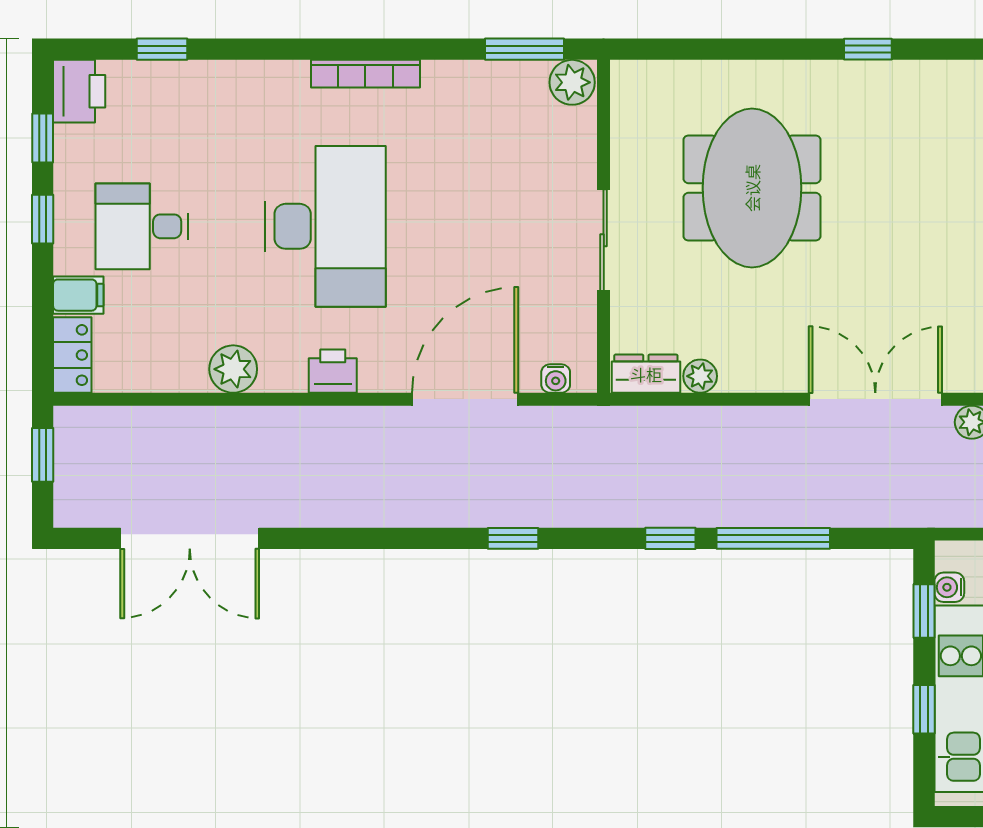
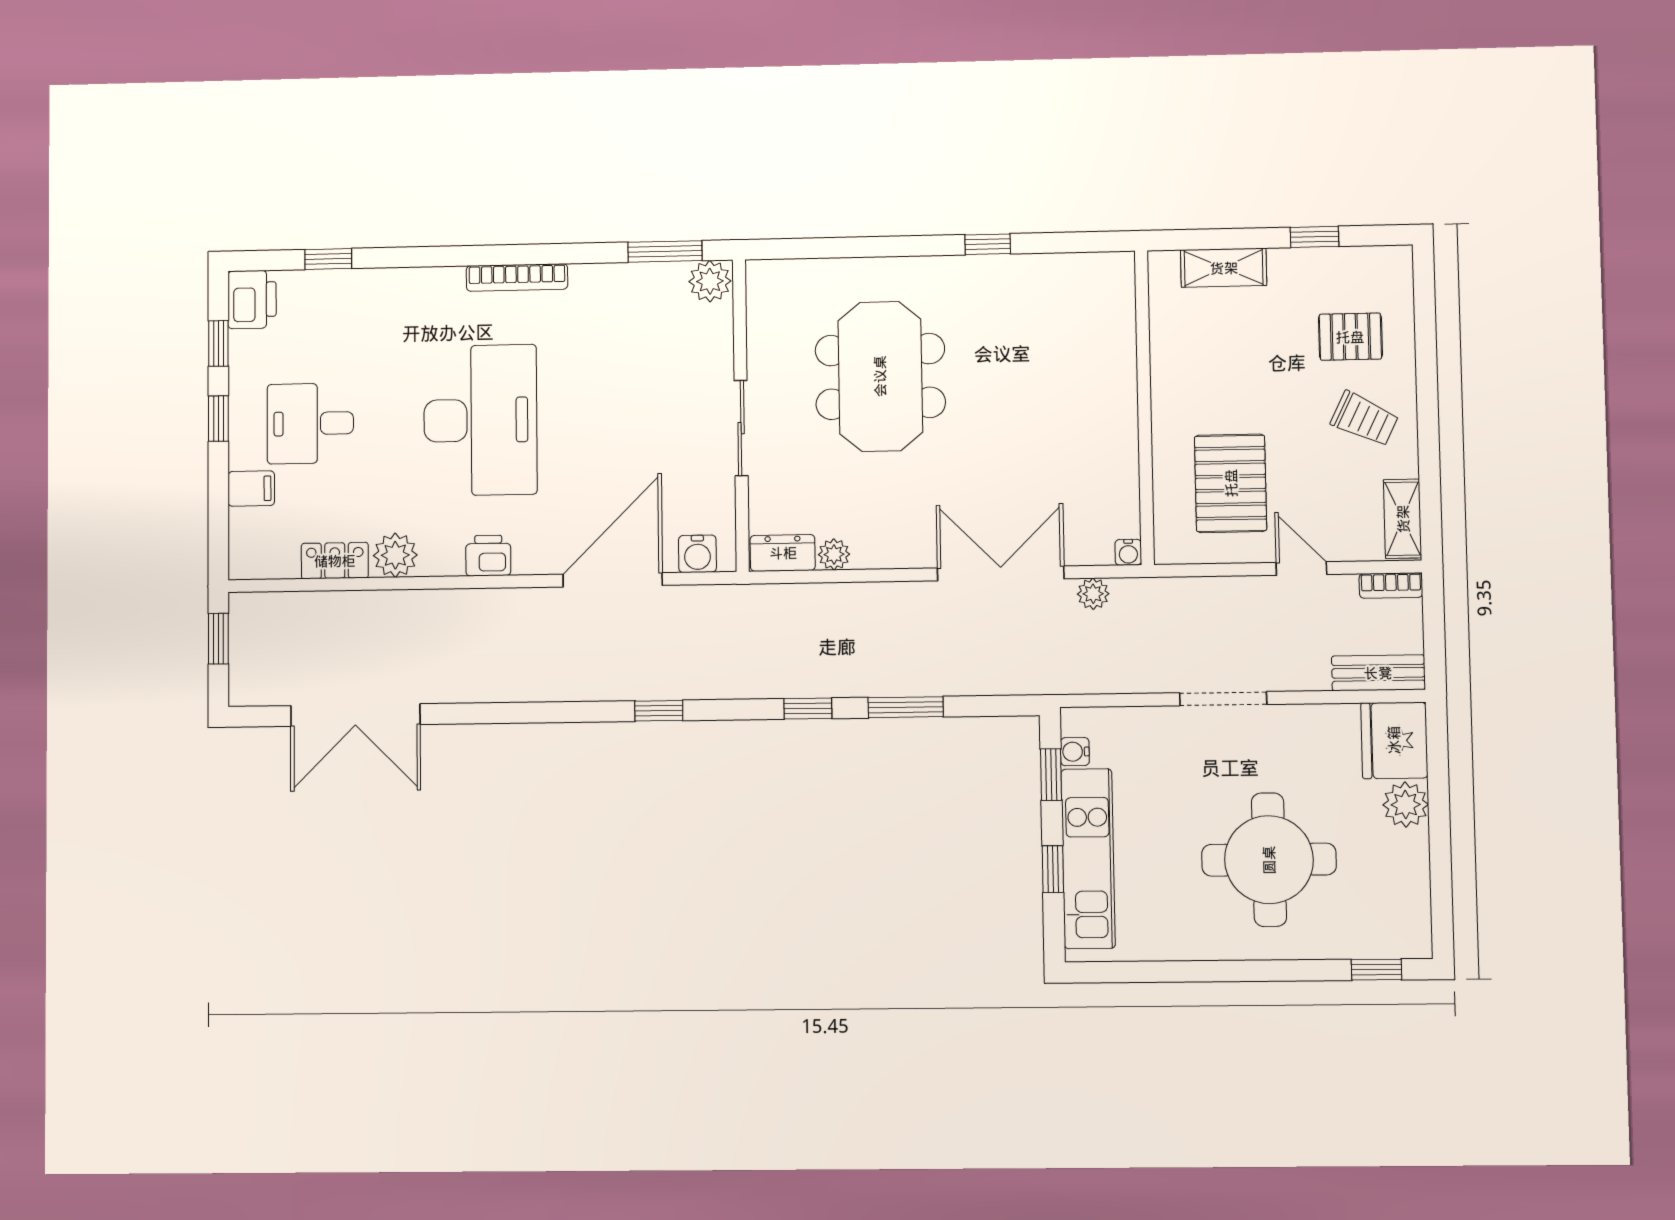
locker: (72, 355) -> (335, 561), moved, turned -90
water cooler: (556, 379) -> (697, 554), width x1.38, depth x1.38
window: (773, 538) -> (906, 707), width x0.69

